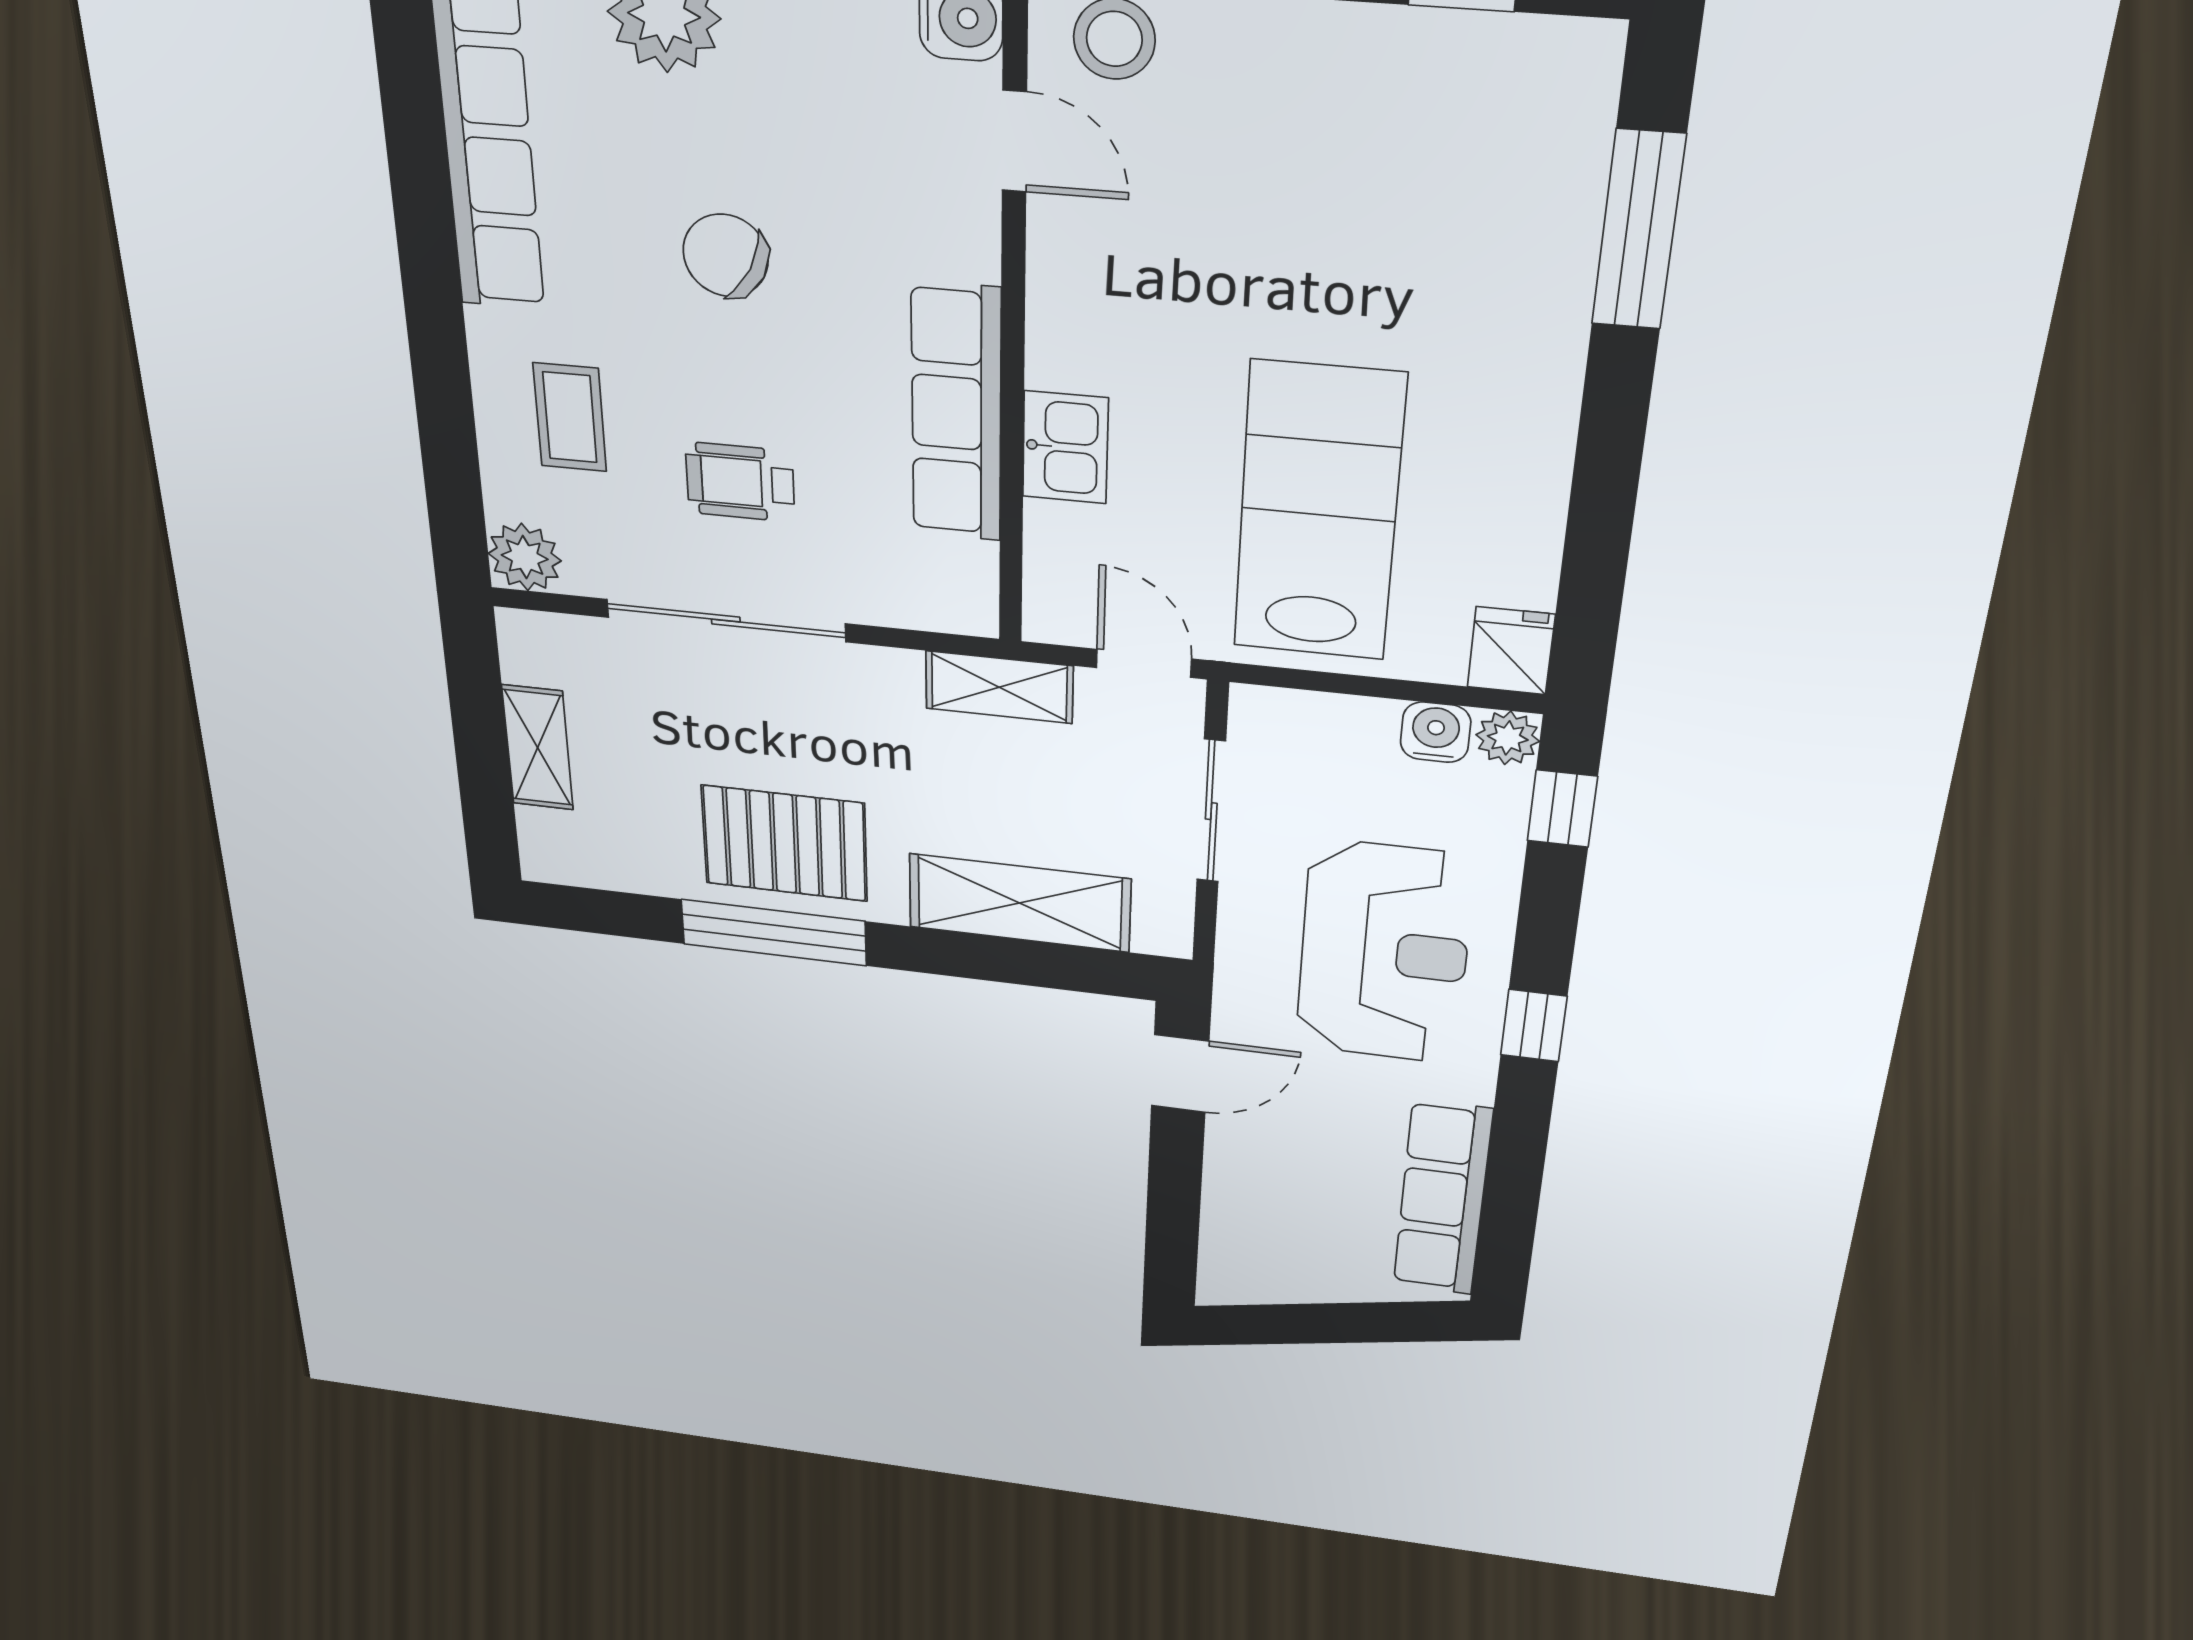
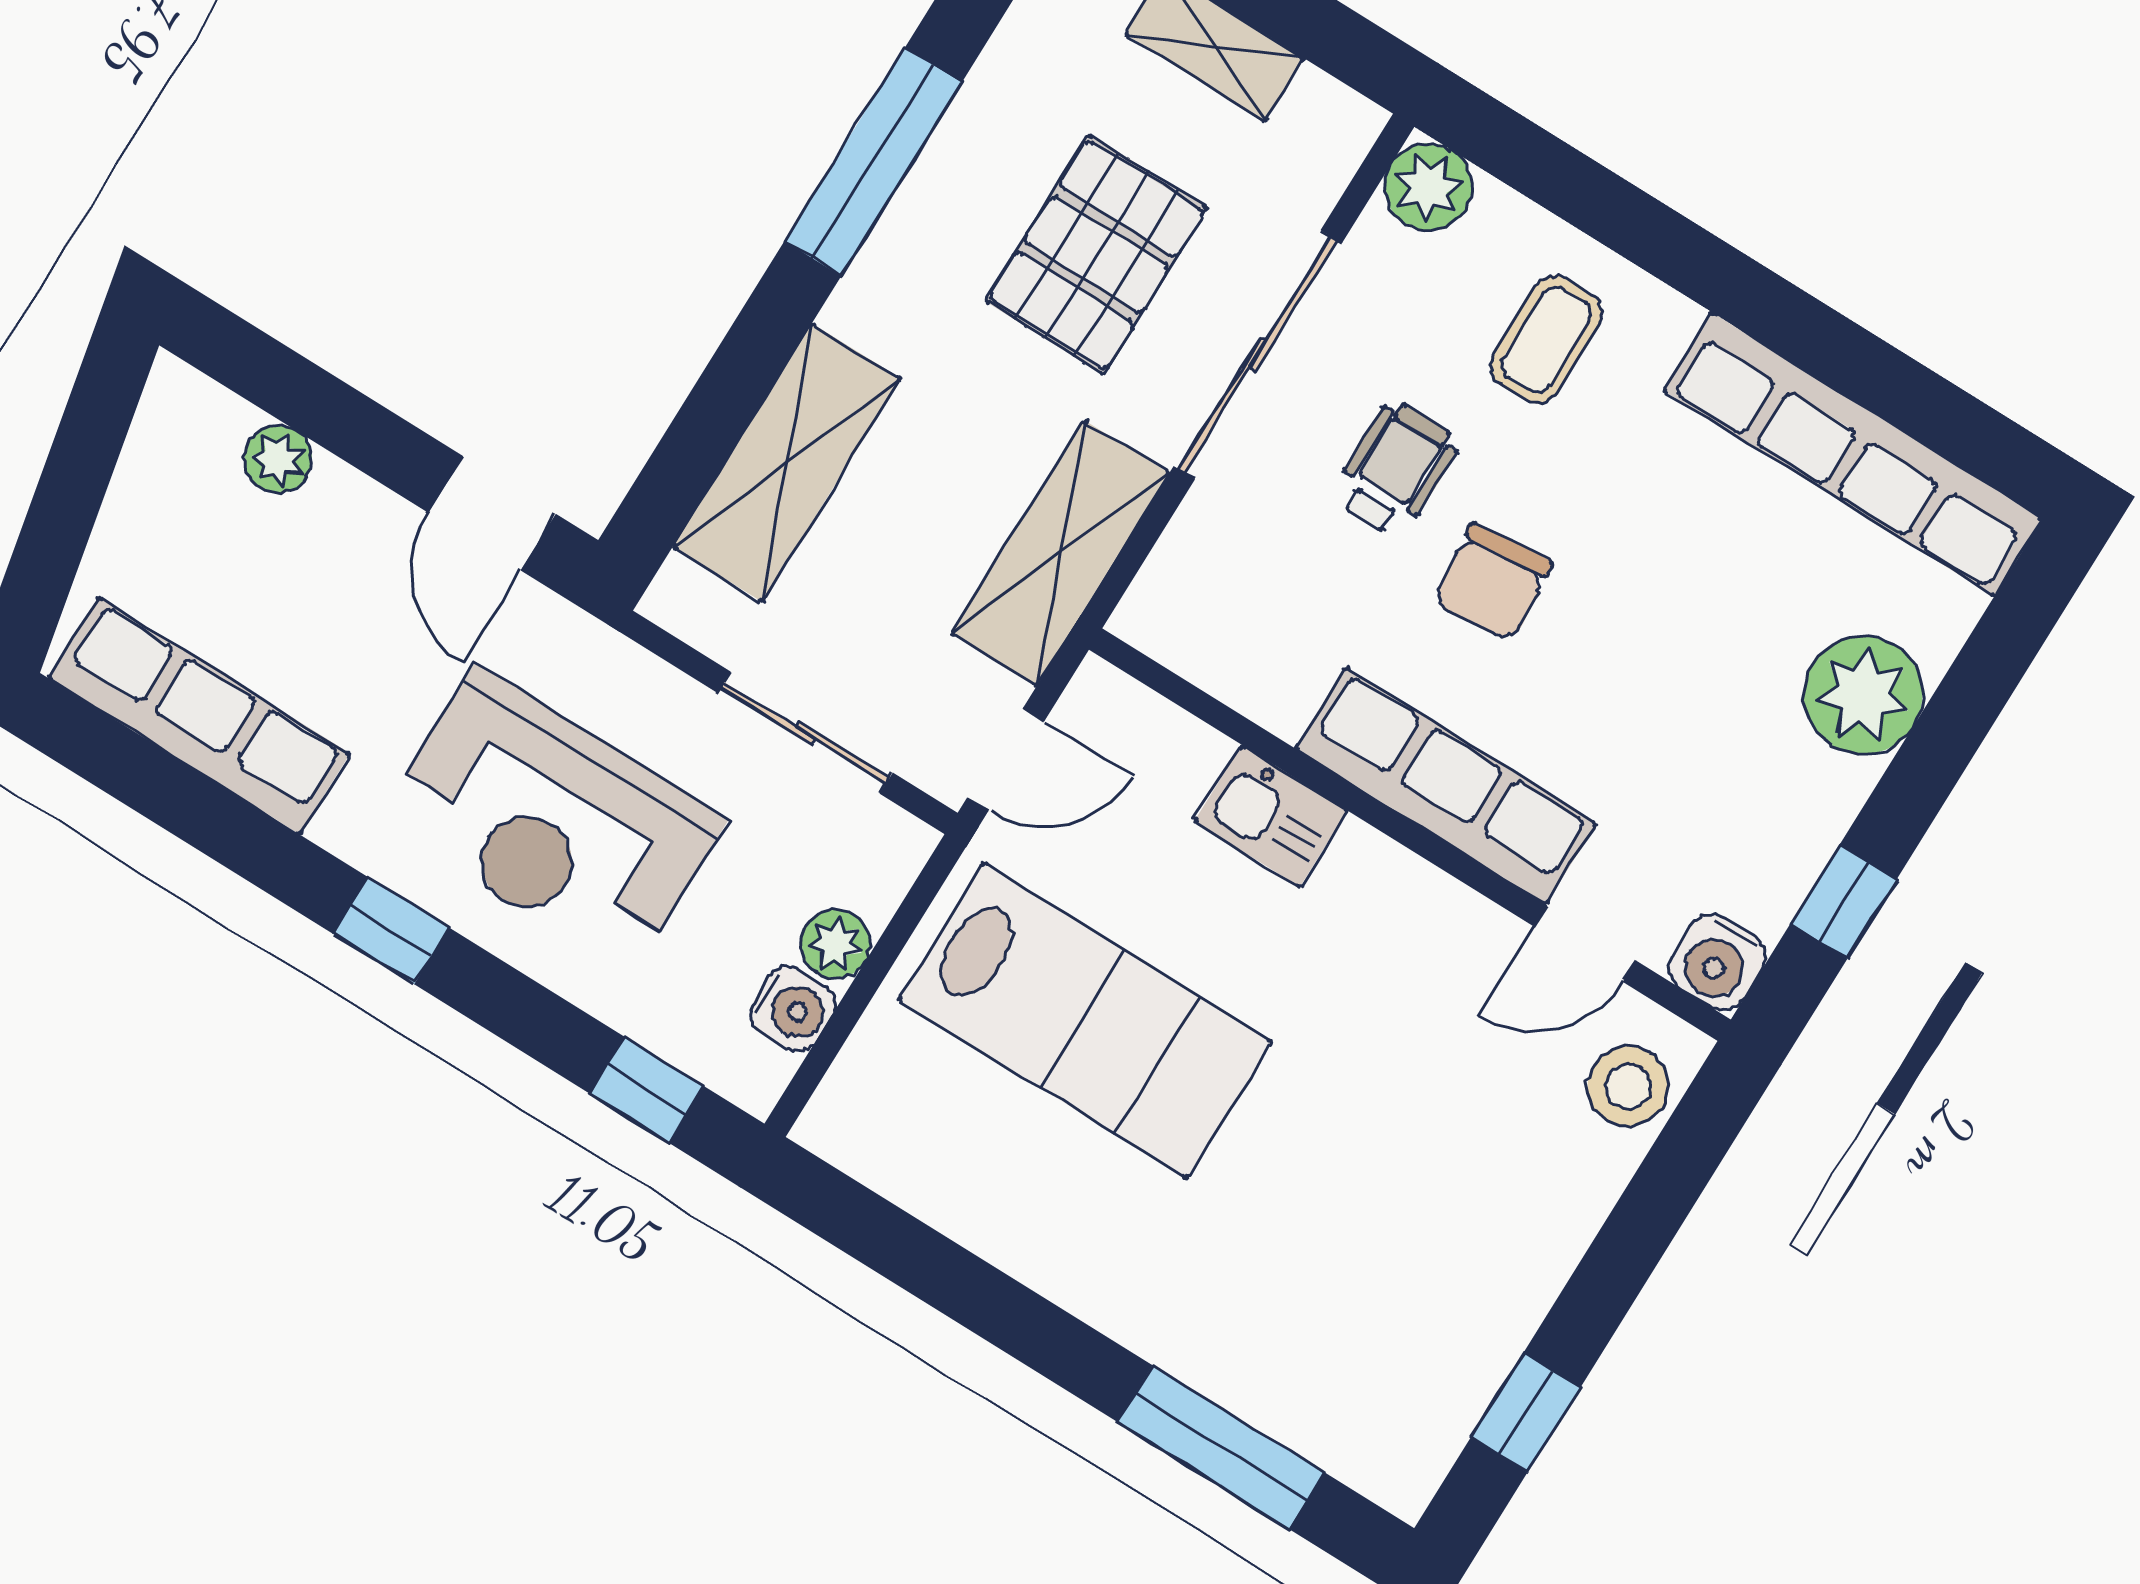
chair: (726, 255) -> (1492, 583), moved, turned 148
row of seats: (956, 413) -> (1446, 786), moved
coffee table: (570, 417) -> (1546, 339), turned 90
fridge: (1511, 651) -> (850, 1128), removed
shelving: (999, 687) -> (1060, 553), width x1.50, depth x1.33
plant: (1508, 738) -> (836, 944), moved
pallet: (785, 843) -> (1097, 255), moved
plant: (1227, 1213) -> (278, 459), added

